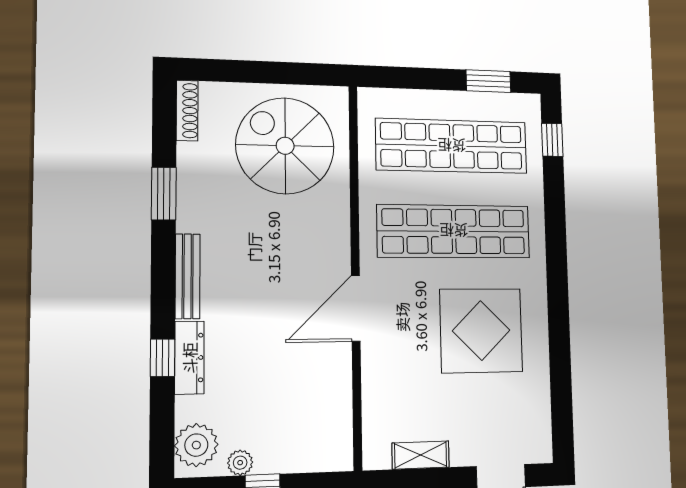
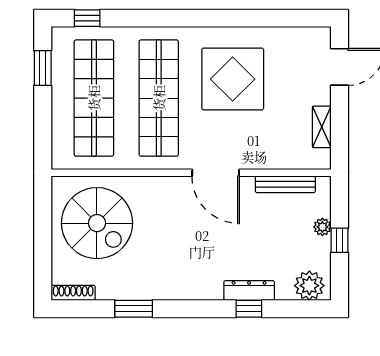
spiral stairs: (285, 146) -> (97, 223), turned -90
bench: (188, 276) -> (285, 184), moved
plant: (240, 463) -> (322, 227), moved

